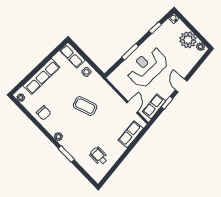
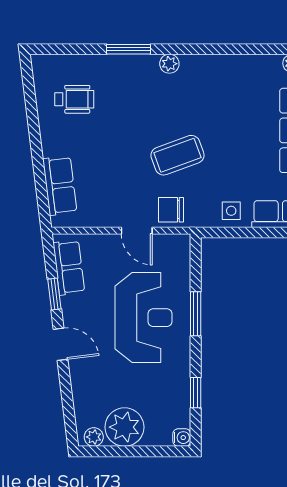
door: (132, 107) -> (137, 231), moved
chair: (44, 113) -> (171, 210), moved

